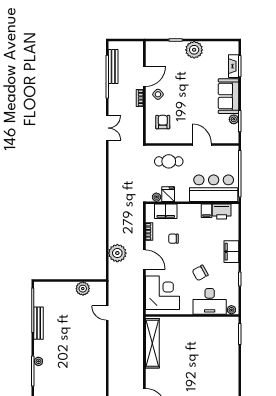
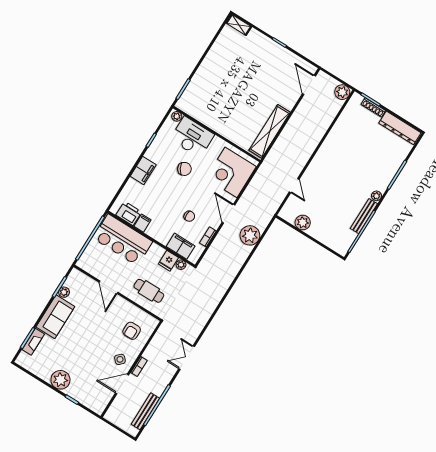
plant: (38, 361) -> (376, 196), moved

